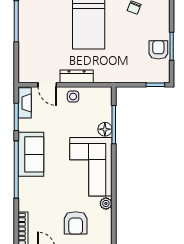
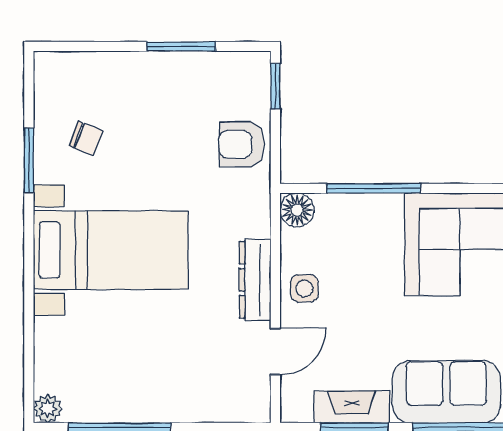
armchair: (158, 50) -> (242, 144), moved
fireplace: (25, 103) -> (352, 407), moved
floor lamp: (105, 129) -> (297, 210), moved

